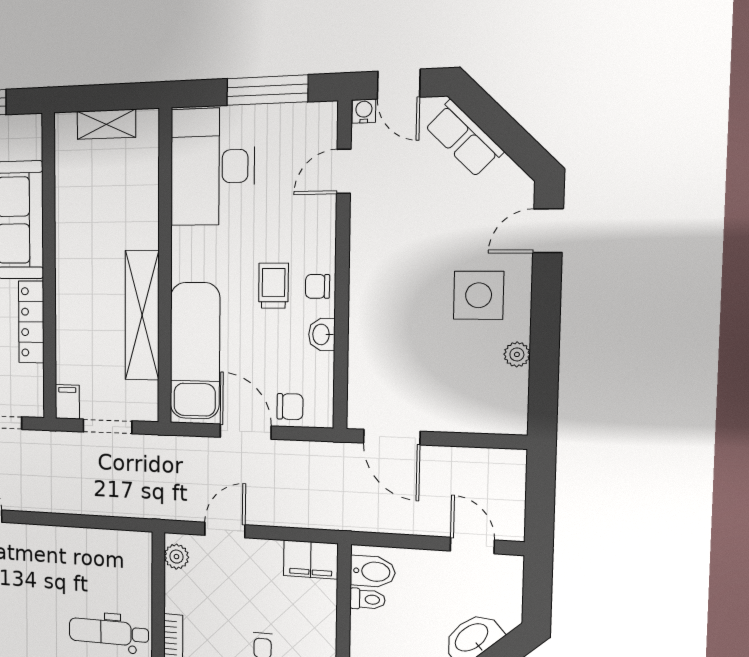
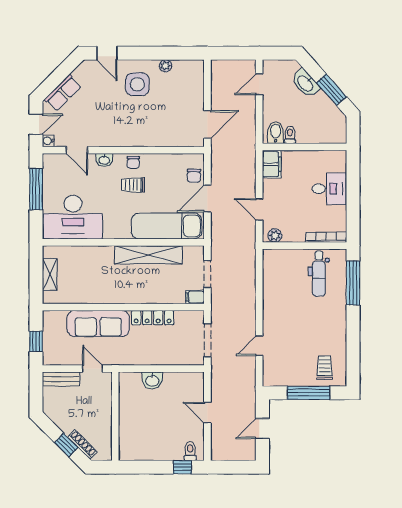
washbasin: (322, 334) -> (104, 160), moved
chair: (290, 407) -> (194, 176), turned 180

